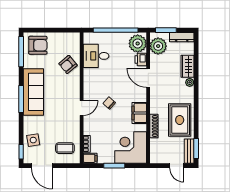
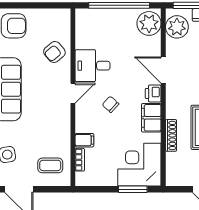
desk: (96, 56) -> (93, 66), moved
printer: (141, 60) -> (153, 94), moved
door: (82, 108) -> (73, 93), moved
filing cabinet: (90, 158) -> (84, 140), moved
window: (114, 166) -> (133, 189), moved

